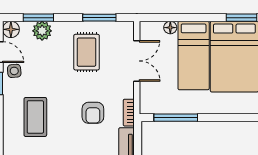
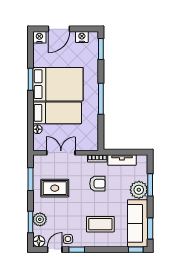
window: (176, 118) -> (101, 99), moved

